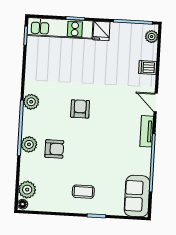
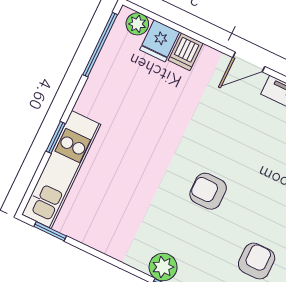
fridge: (101, 31) -> (160, 41), moved, turned 90

